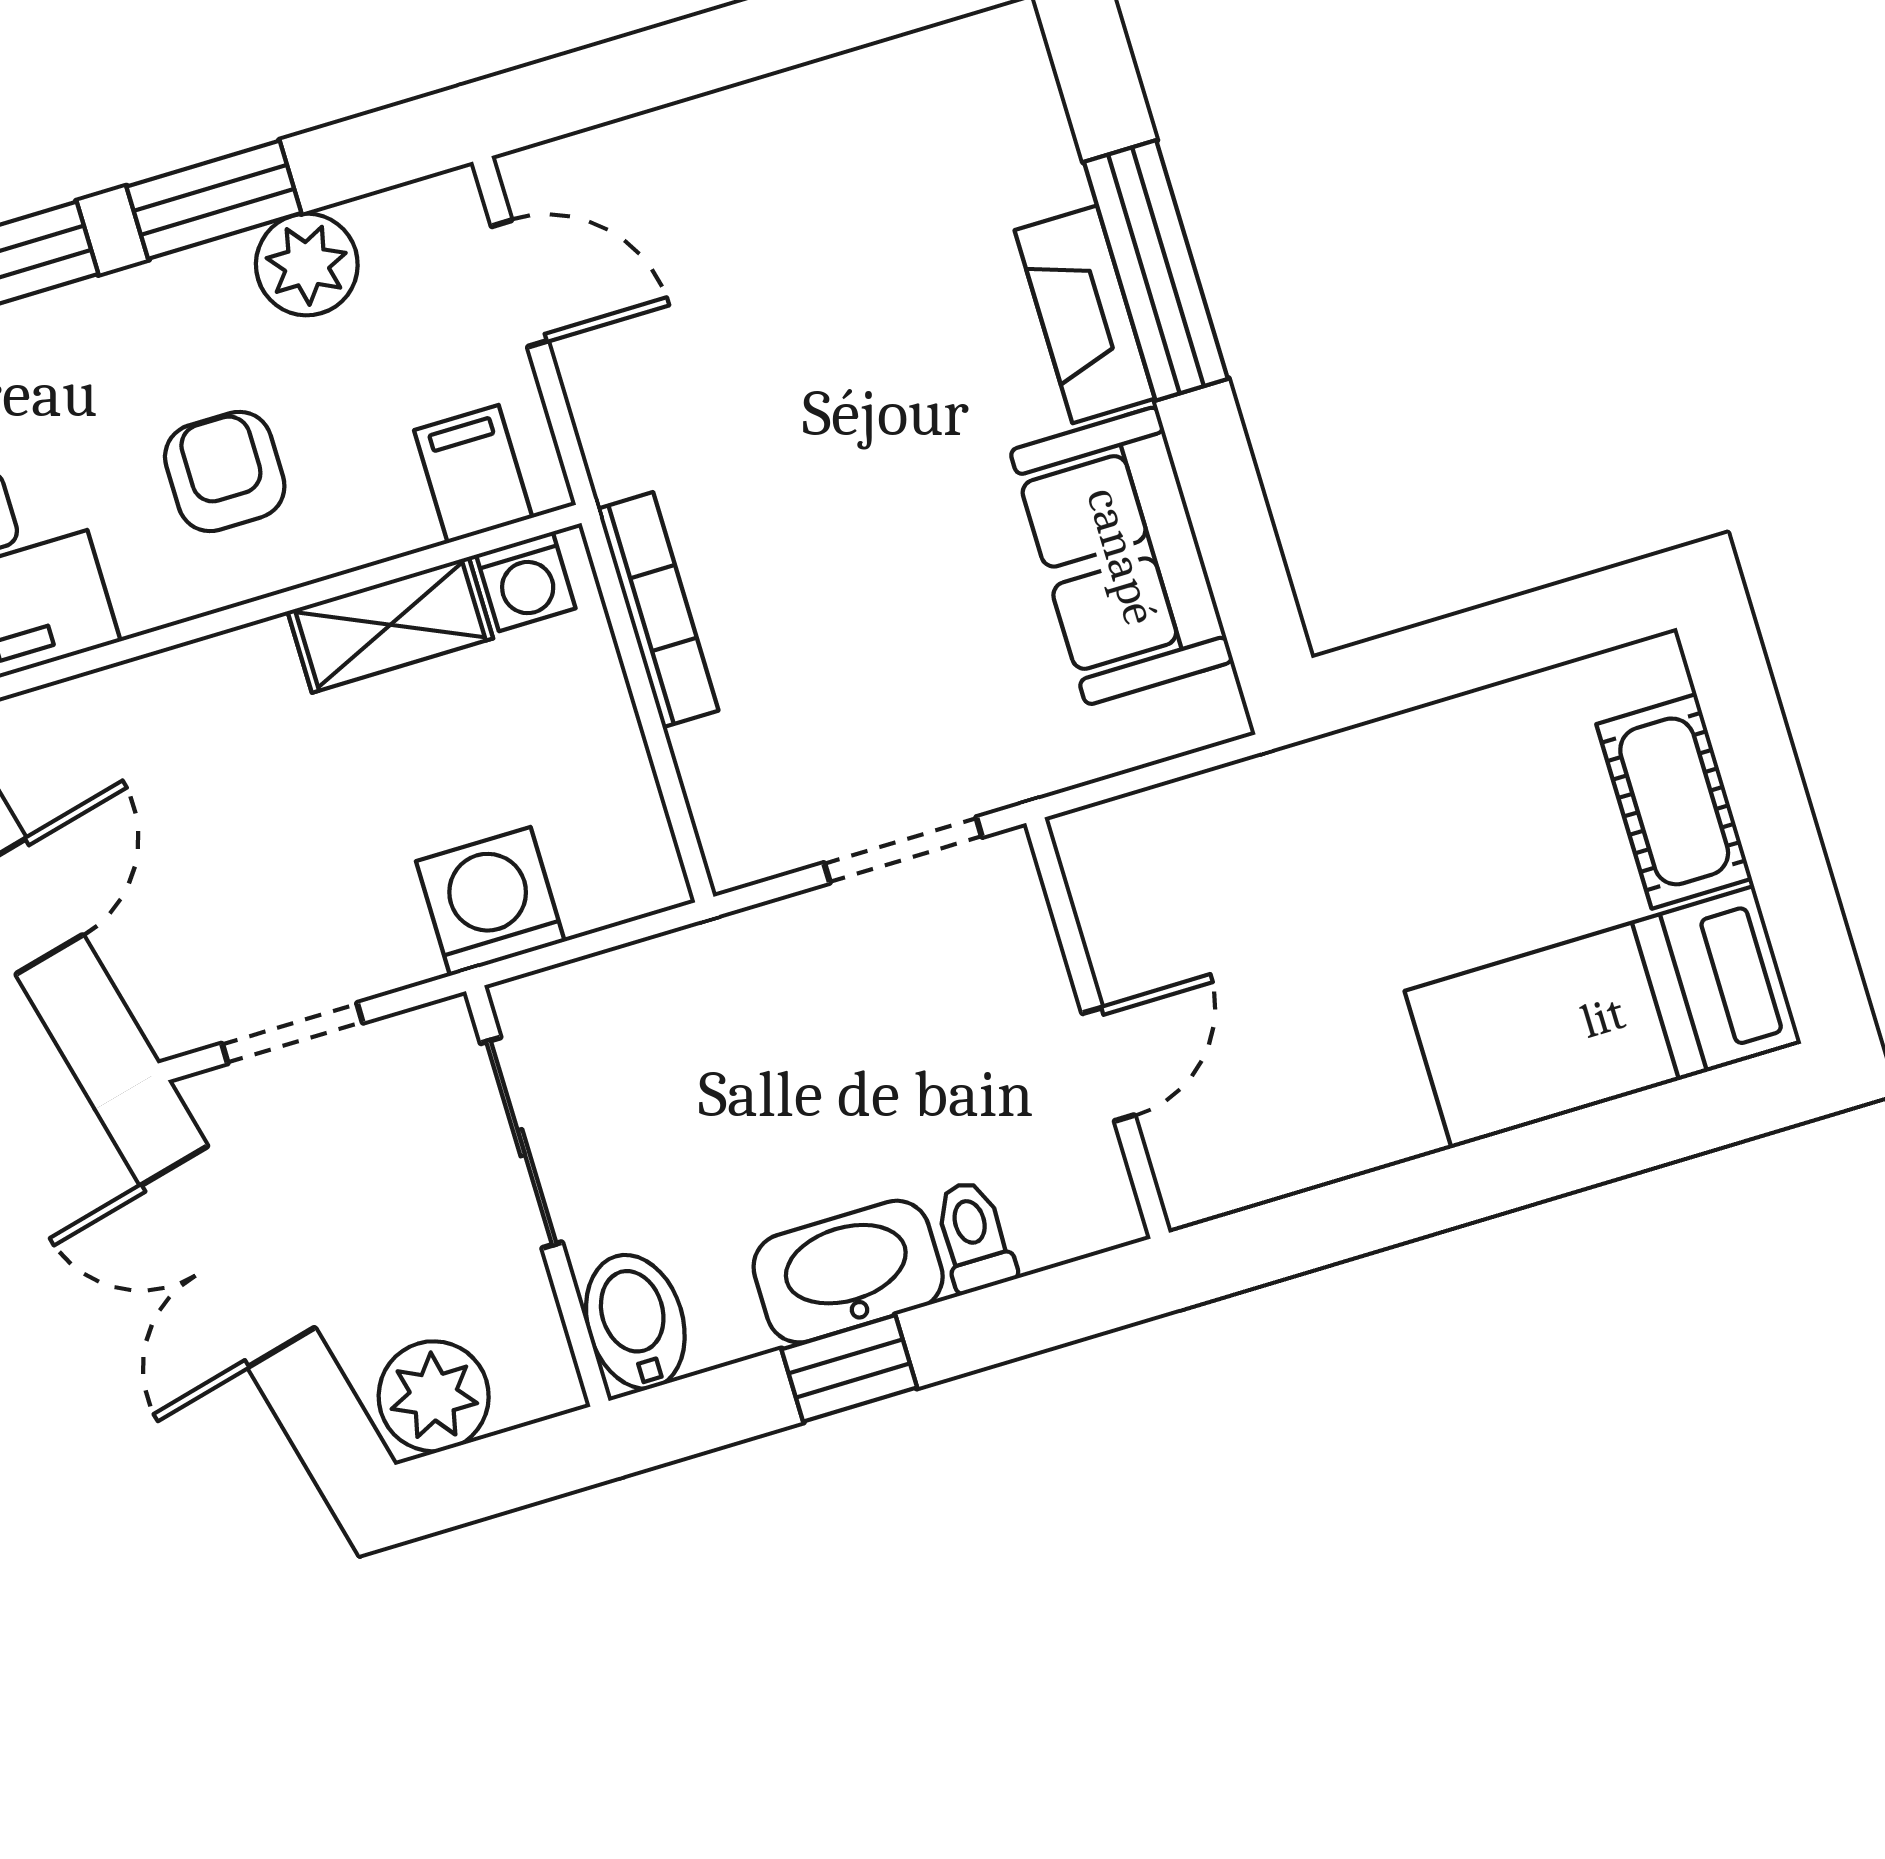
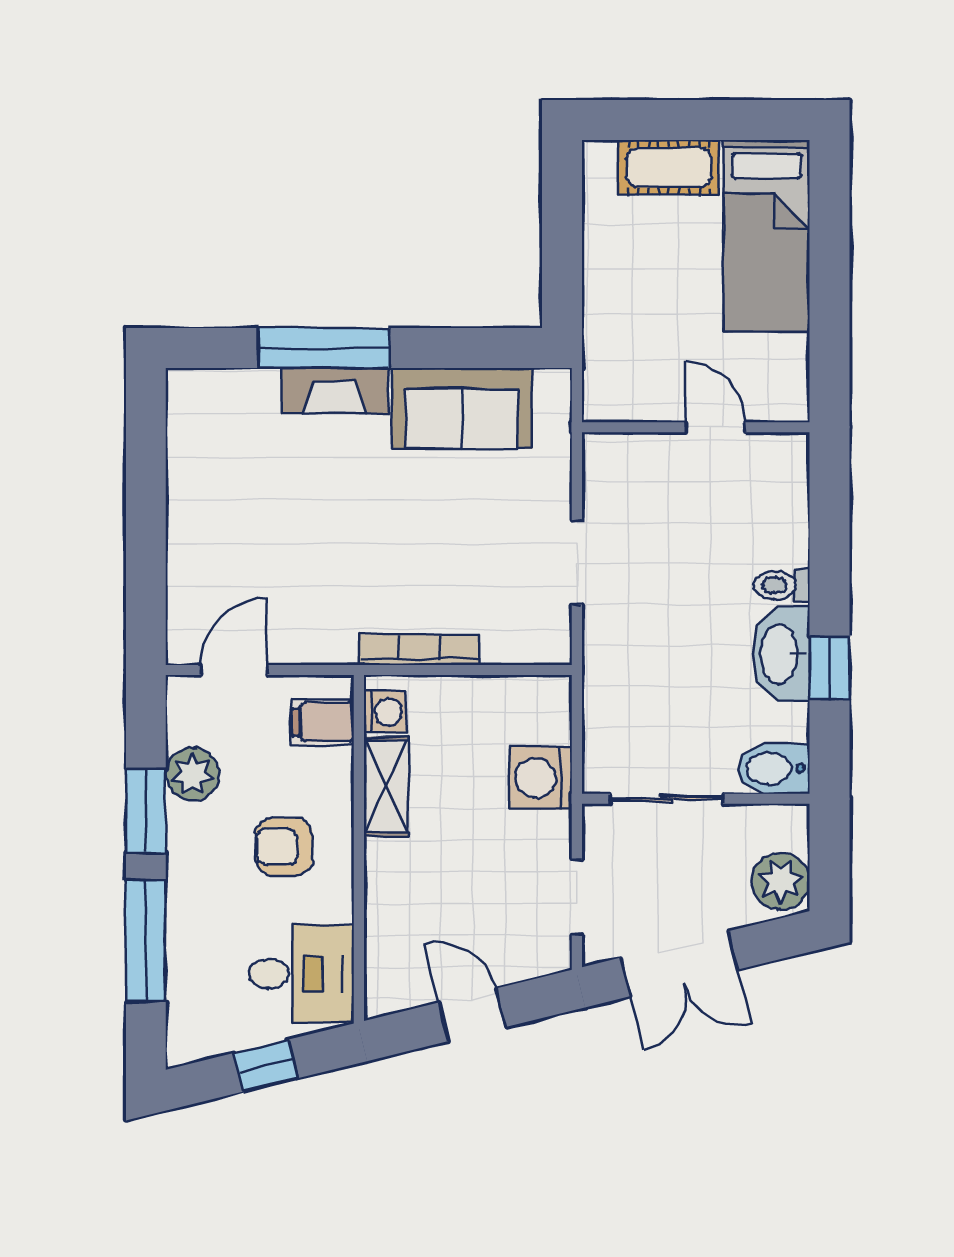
wall: (1098, 1028) -> (696, 427), moved
door: (1108, 1064) -> (716, 427), moved

